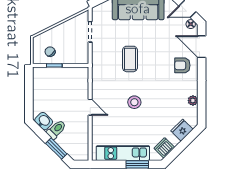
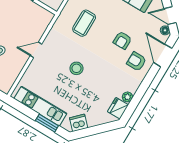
armchair: (159, 55) -> (122, 40), added
coffee table: (130, 59) -> (84, 23), moved
door: (90, 107) -> (36, 50), swing flipped
fridge: (182, 130) -> (118, 108), moved, turned -45

